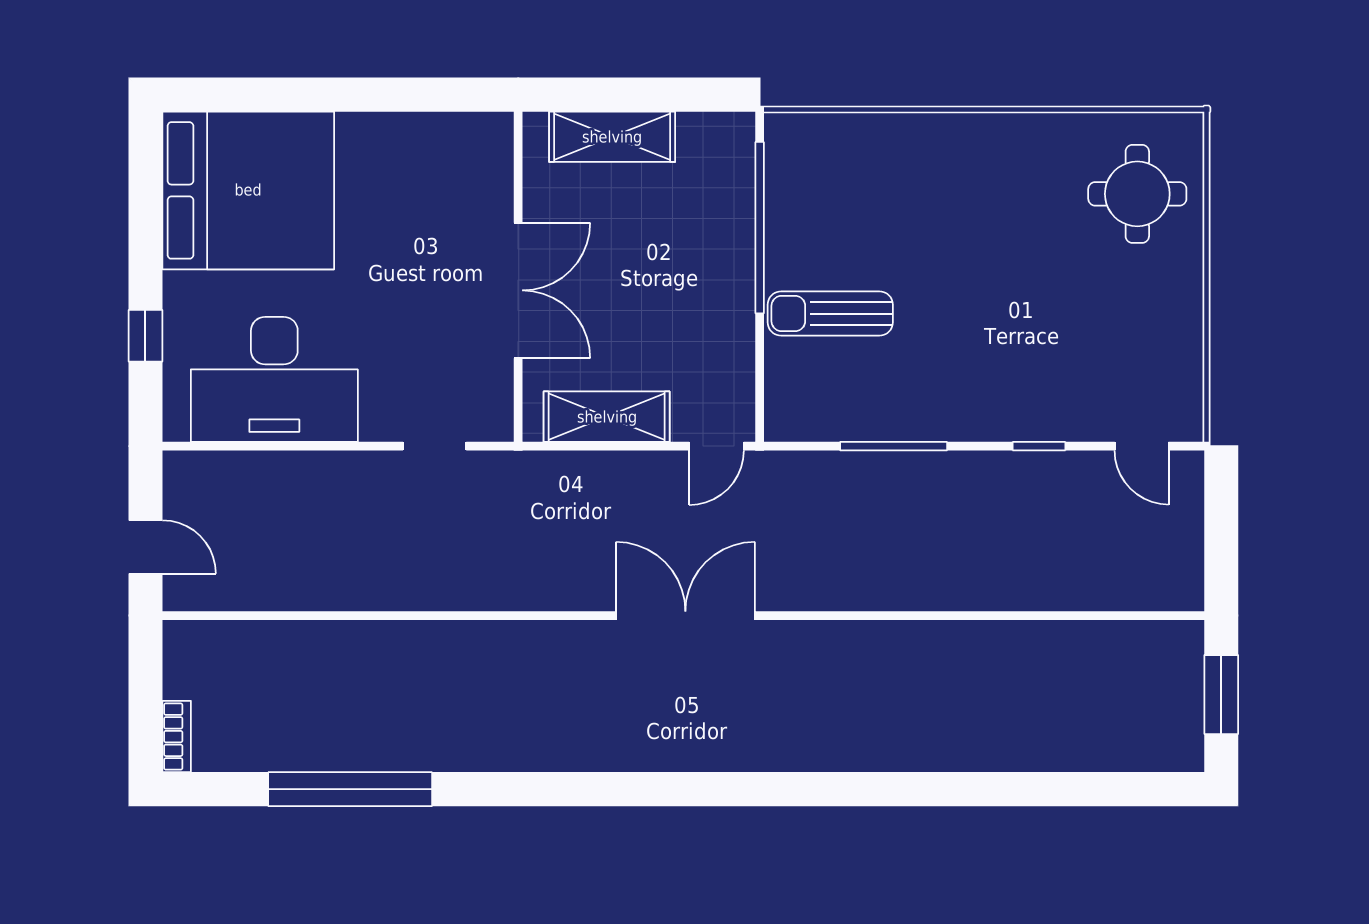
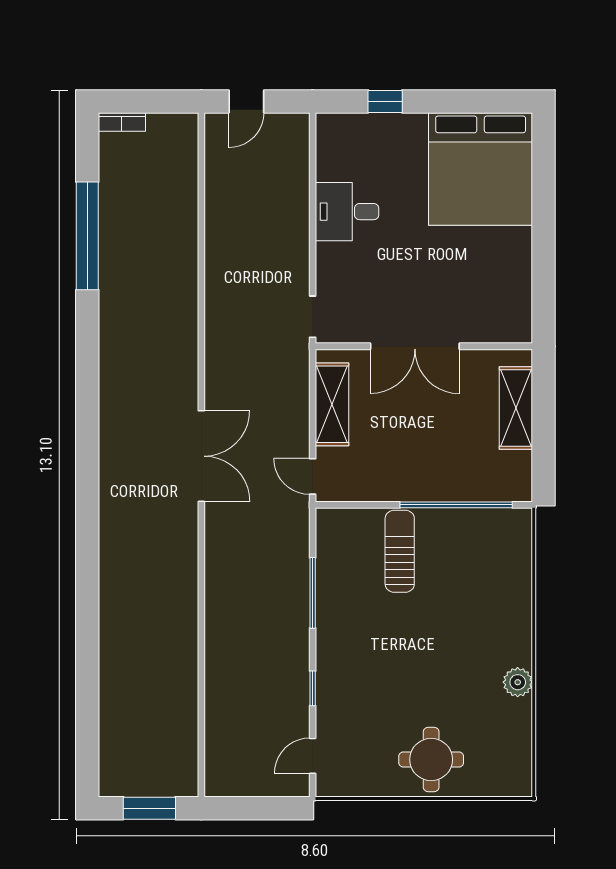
plant: (1030, 134) -> (518, 682), added
round table: (1137, 194) -> (431, 760), moved
desk: (274, 379) -> (347, 212), width x0.53, depth x0.77
doorway: (435, 446) -> (313, 317), moved

